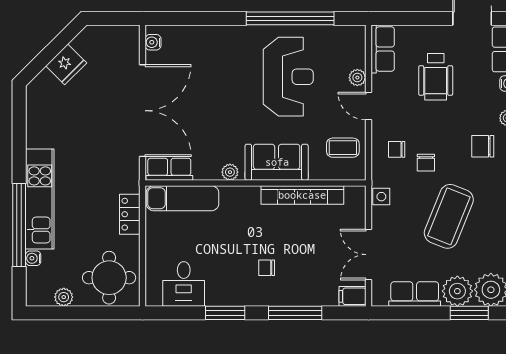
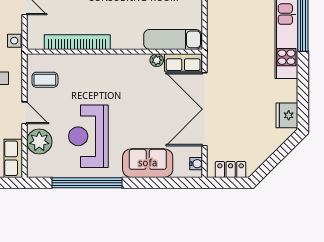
fridge: (66, 64) -> (287, 115), moved, turned -45
plant: (357, 78) -> (39, 141), width x1.88, depth x1.88
sofa: (277, 162) -> (148, 163), moved, turned 180
plant: (230, 172) -> (157, 60), moved
locker: (130, 214) -> (231, 170), moved, turned -90

